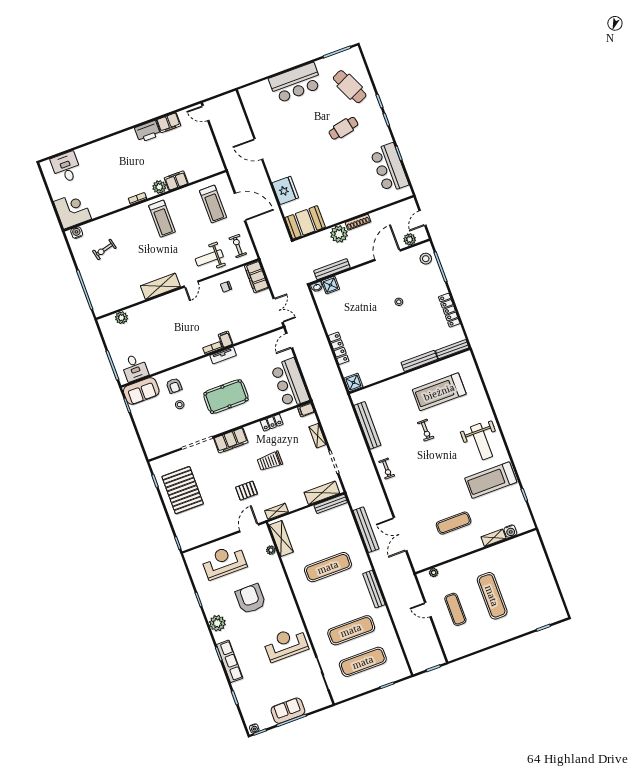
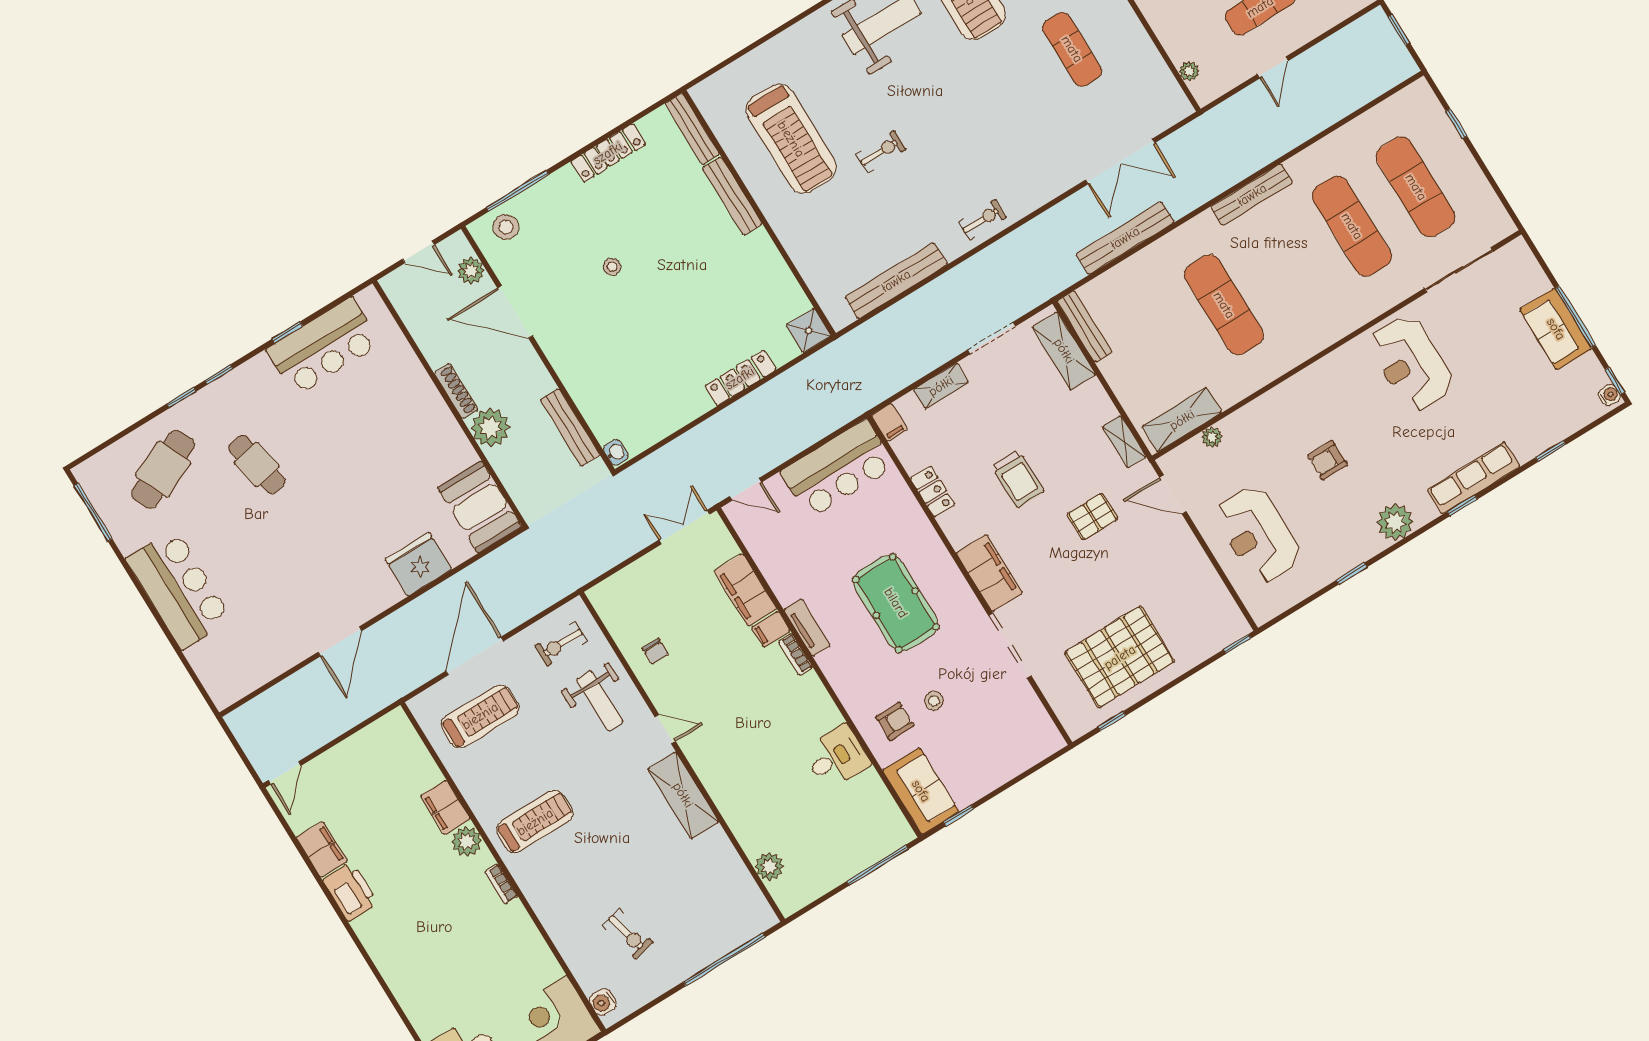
filing cabinet: (256, 277) -> (745, 590), moved, turned 90
shower: (330, 285) -> (606, 424), removed
desk: (135, 368) -> (837, 757), moved
pallet: (247, 491) -> (1092, 517), turned 90
armchair: (251, 599) -> (1327, 460), width x0.53, depth x0.53

